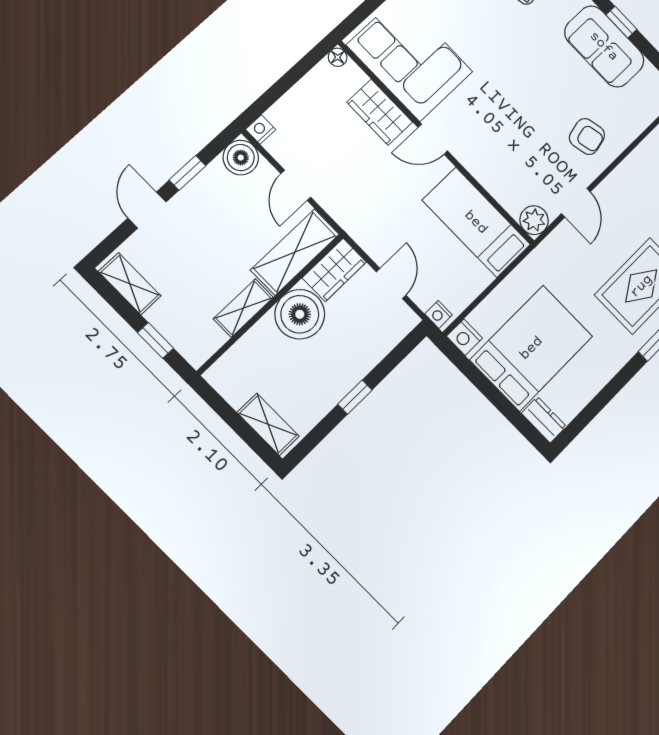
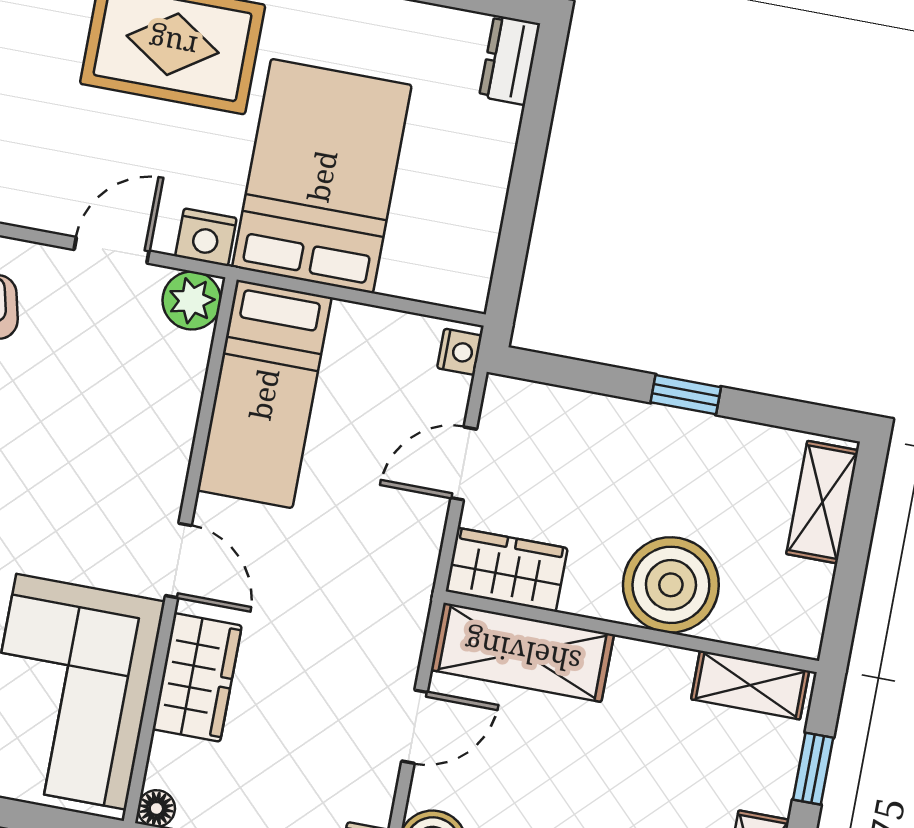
shelving: (243, 308) -> (750, 685), moved
boiler: (300, 314) -> (671, 585), moved
nightstand: (464, 337) -> (206, 237), moved, turned 90
bed: (531, 348) -> (322, 176), moved, turned 90

